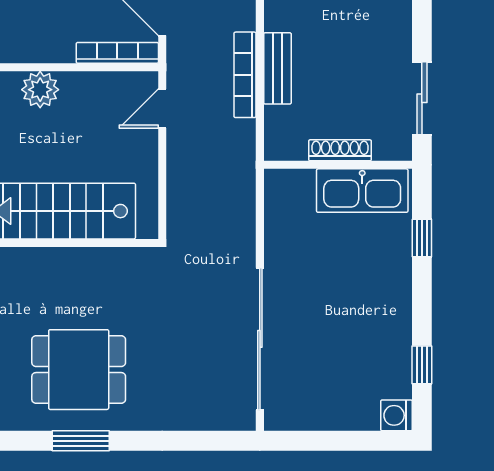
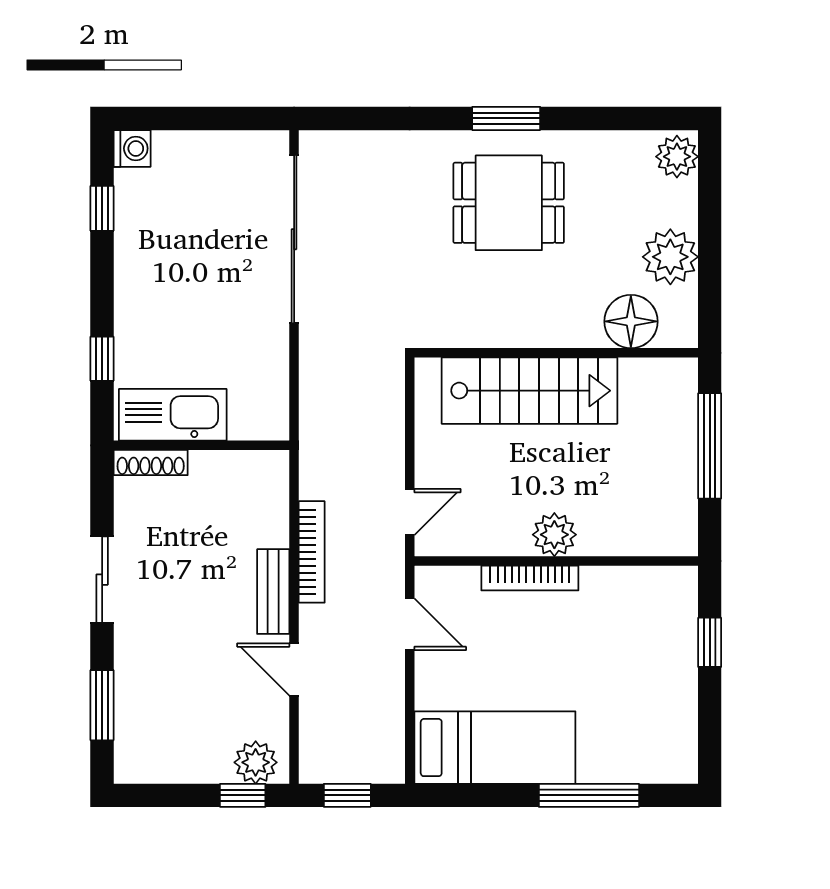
bookcase: (117, 53) -> (530, 578), moved
bench: (277, 68) -> (273, 592), moved
sliding door: (422, 98) -> (102, 580), moved
shoe rack: (340, 150) -> (151, 463), moved

